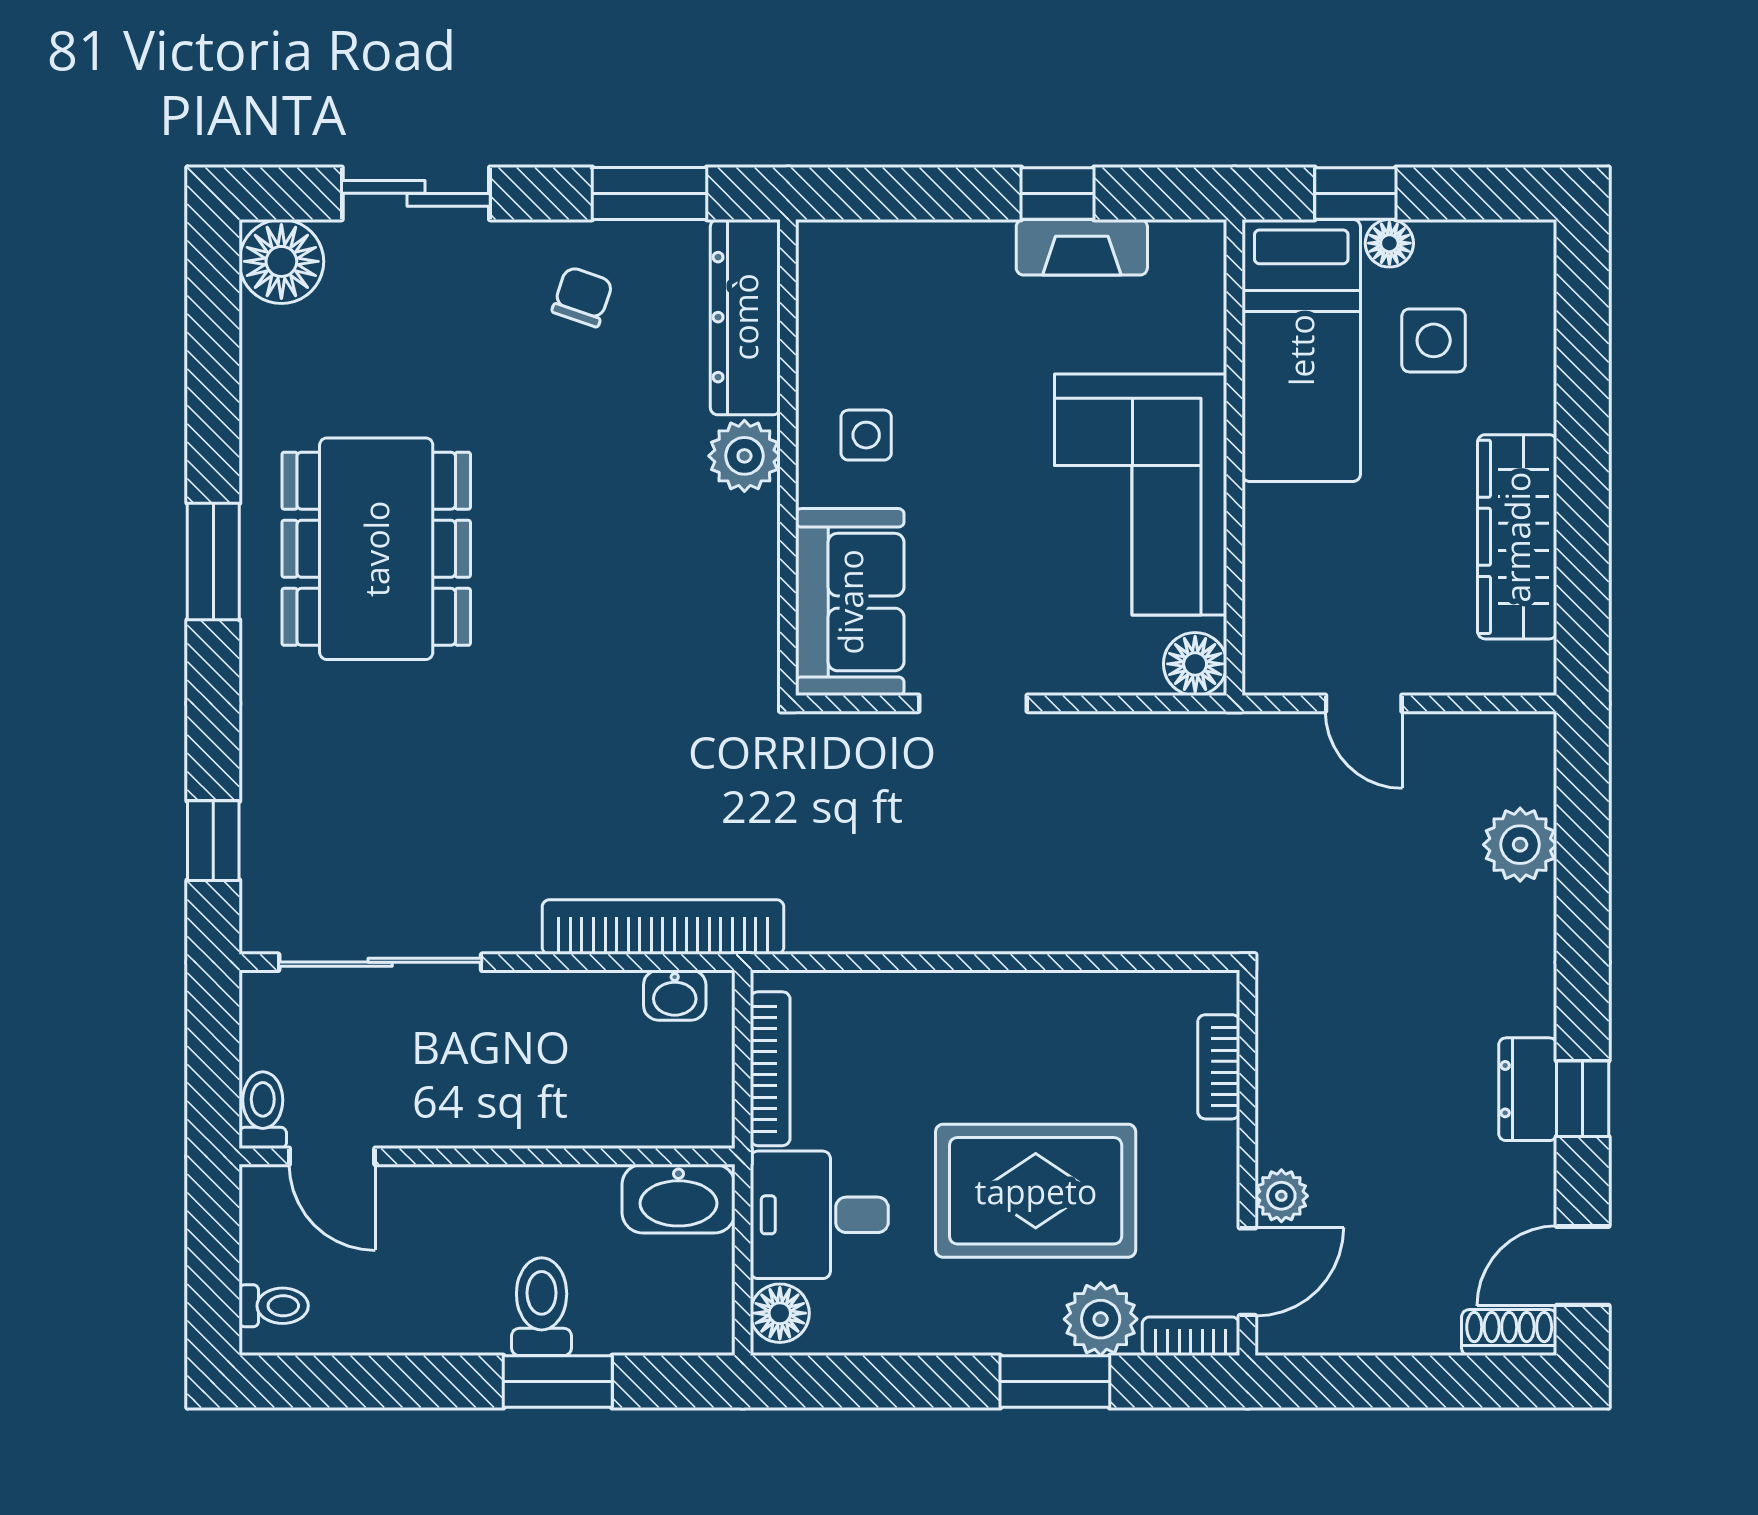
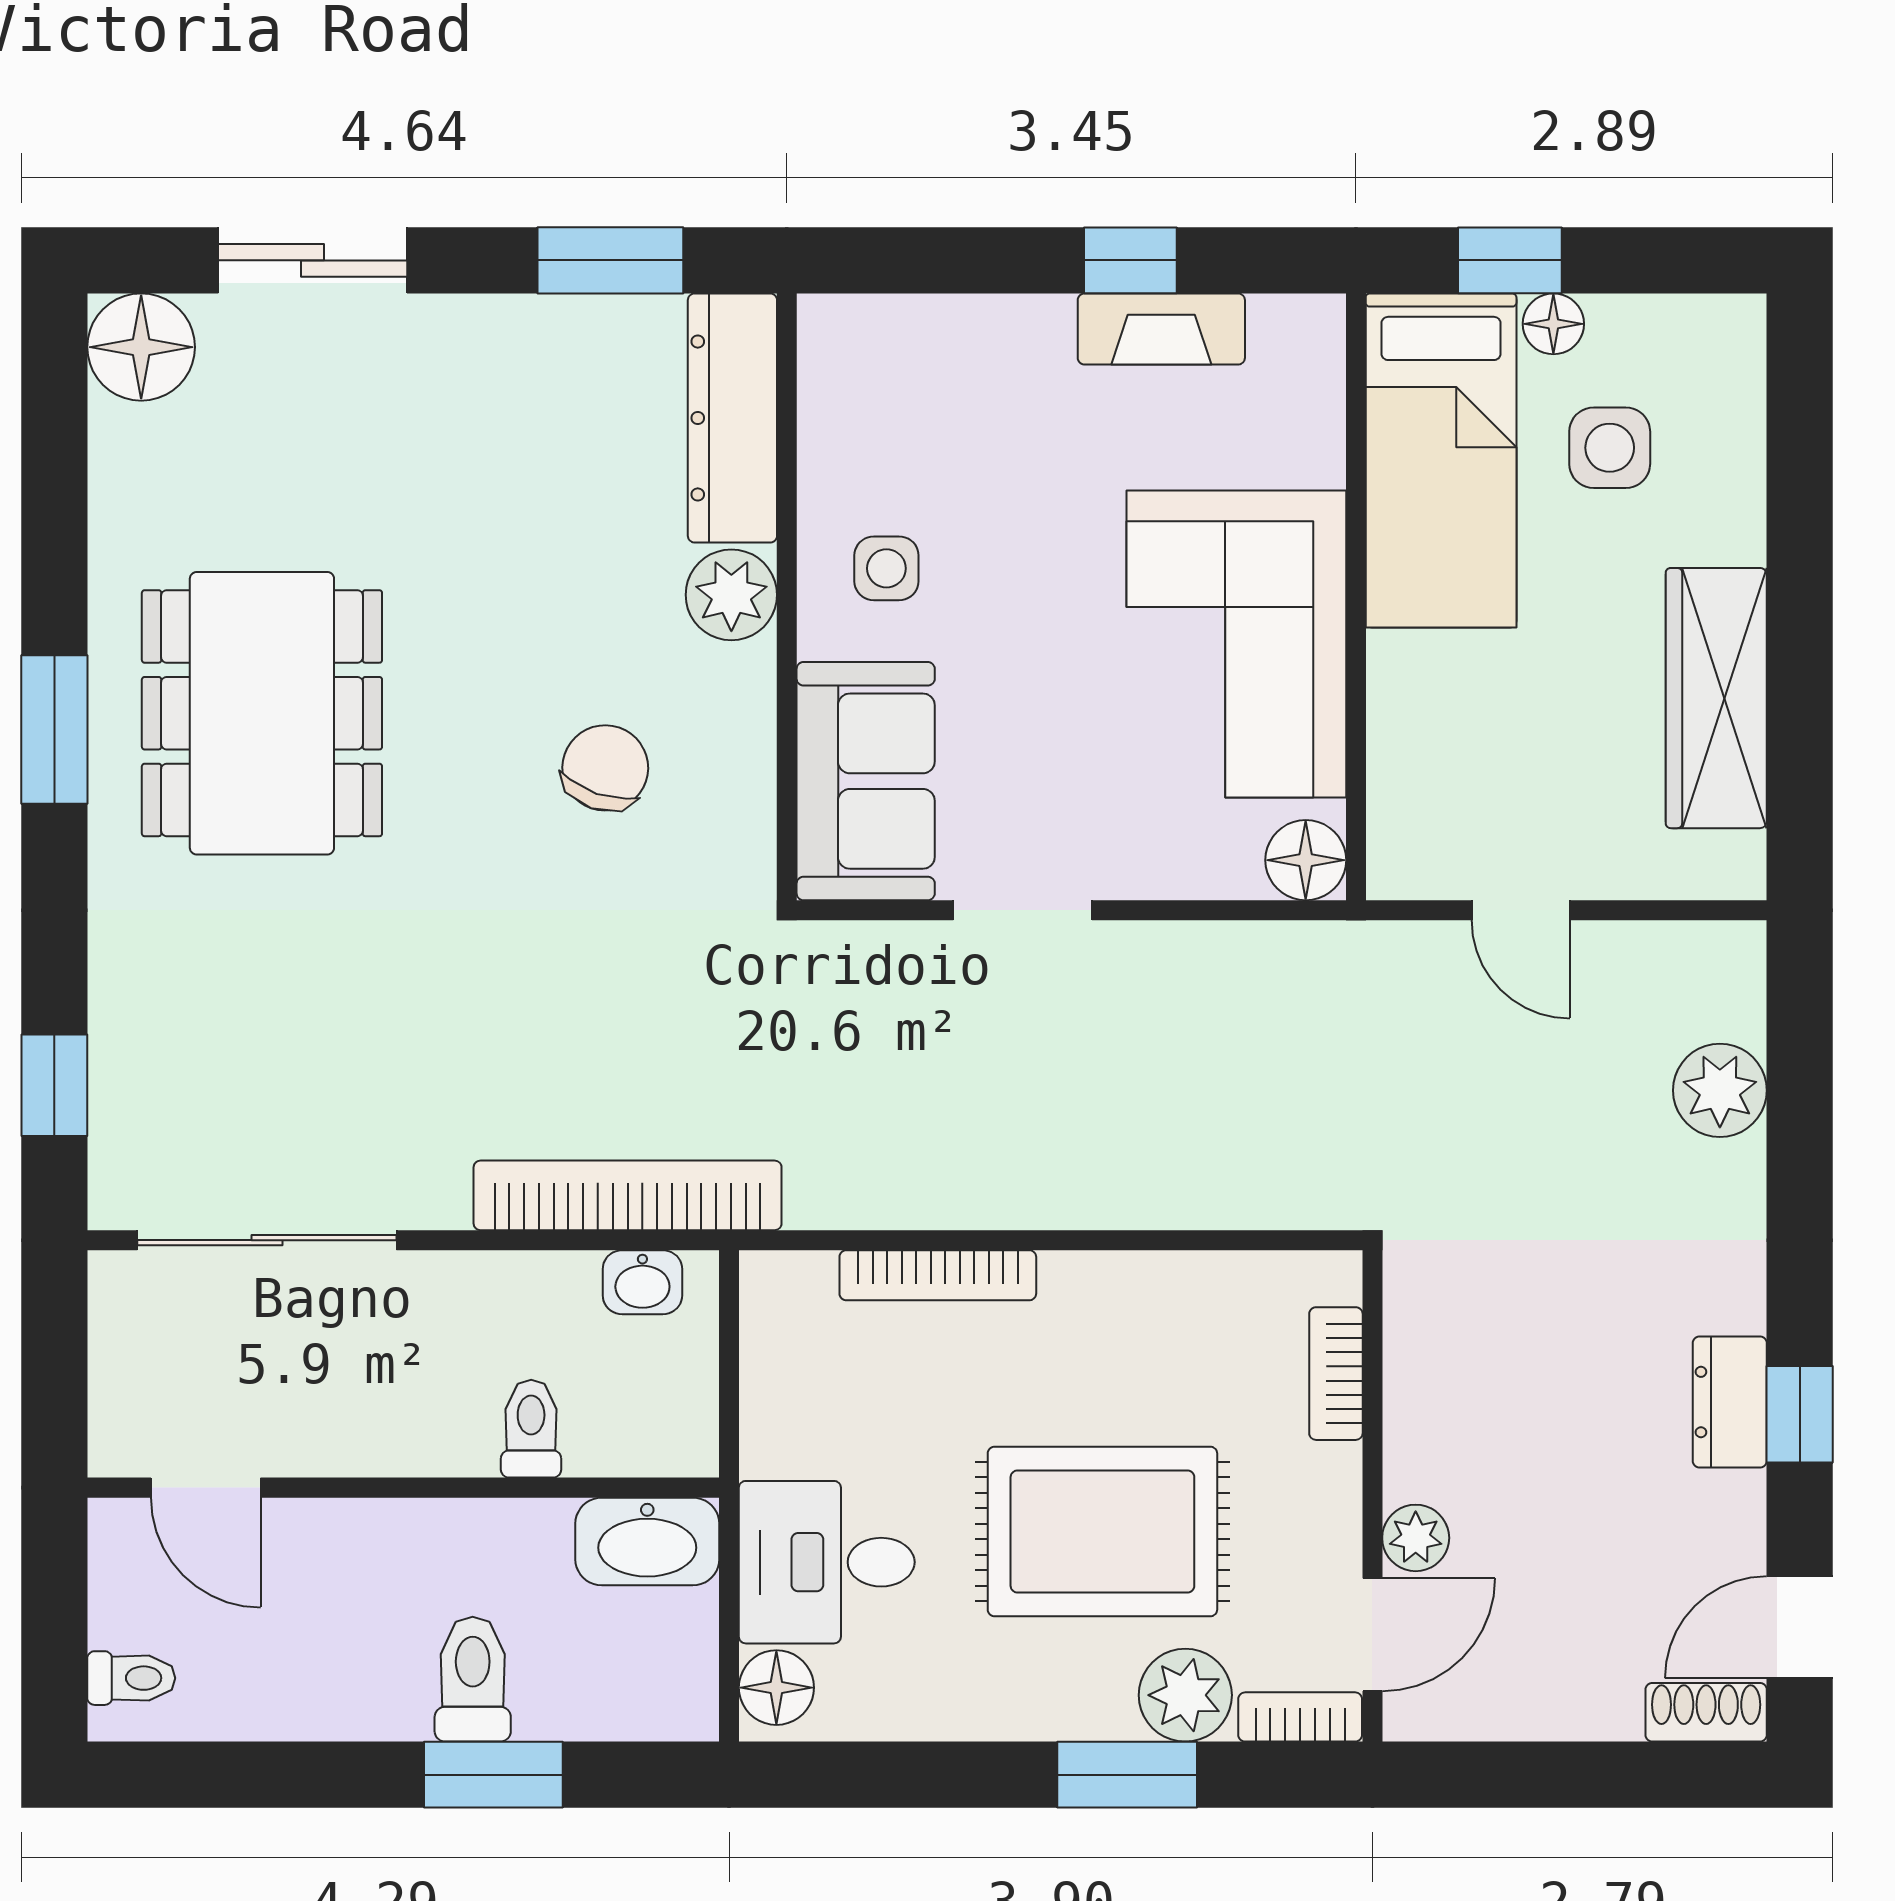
chair: (582, 297) -> (605, 768), moved, width x1.37, depth x1.37
bookcase: (770, 1069) -> (938, 1275), moved, turned 90
toilet: (263, 1110) -> (531, 1429), moved

